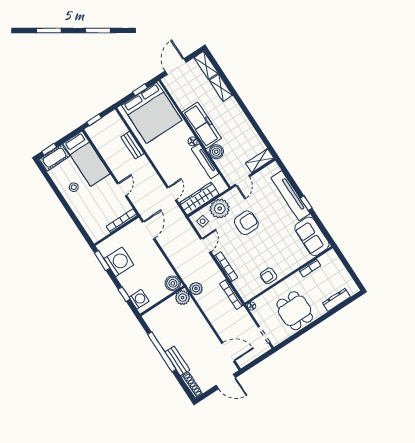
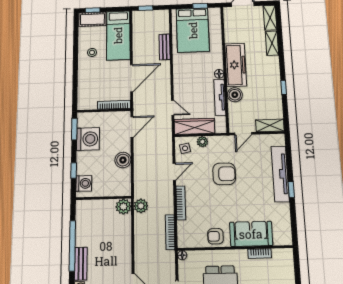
bed: (152, 113) -> (193, 30), width x0.73
window: (253, 121) -> (284, 87), added
door: (122, 189) -> (131, 78), width x1.87
door: (172, 194) -> (173, 108), hinge flipped
plant: (220, 209) -> (202, 142), width x0.53, depth x0.53
sofa: (312, 236) -> (251, 234), moved, turned 90
boiler: (173, 283) -> (123, 160), moved

